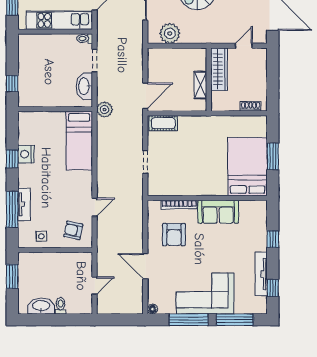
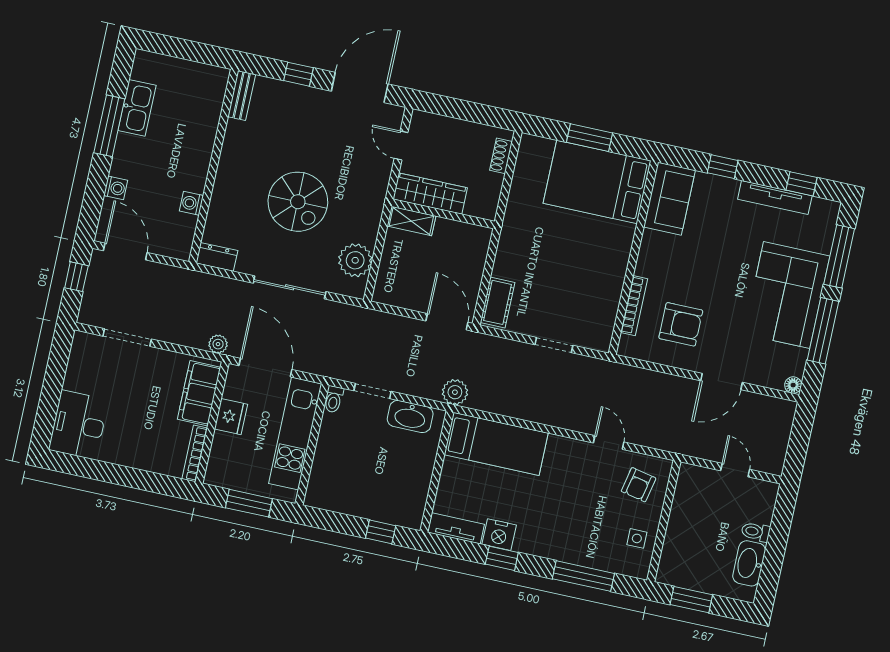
shelving: (200, 85) -> (411, 221), moved
tv unit: (24, 204) -> (456, 528), moved
sofa: (218, 212) -> (669, 199), moved

